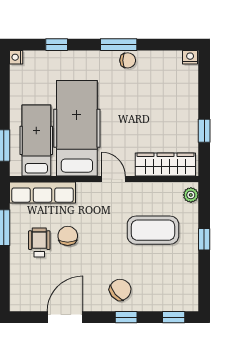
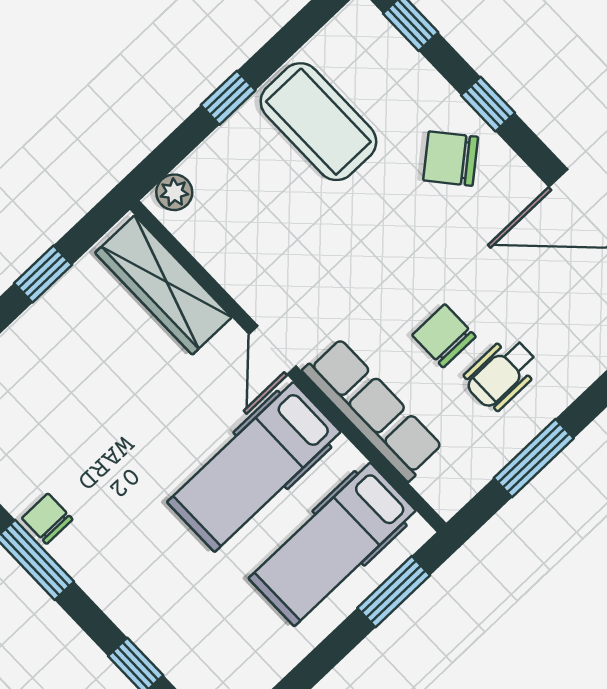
hospital bed: (77, 128) -> (254, 467), width x0.73, depth x0.78
row of seats: (43, 192) -> (373, 409), moved
coffee table: (153, 230) -> (318, 122), moved
chair: (68, 236) -> (444, 336), turned 90

